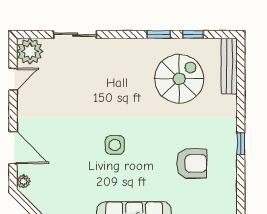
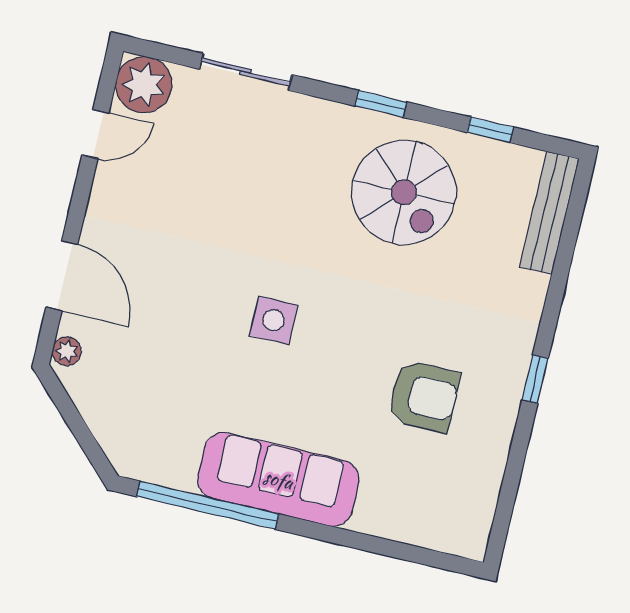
window: (159, 34) -> (381, 104), moved
spiral stairs: (179, 79) -> (404, 192), moved, turned 90

